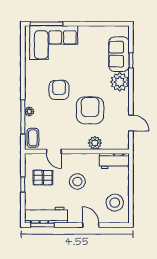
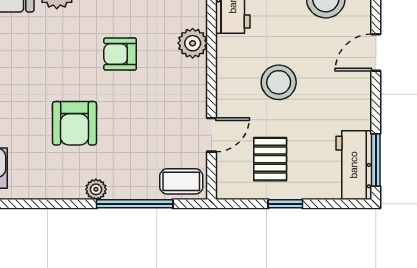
armchair: (59, 90) -> (74, 123), turned -90
armchair: (90, 110) -> (120, 54), width x0.53, depth x0.53
plant: (29, 111) -> (96, 189), moved
workbench: (46, 215) -> (354, 165), width x0.73

